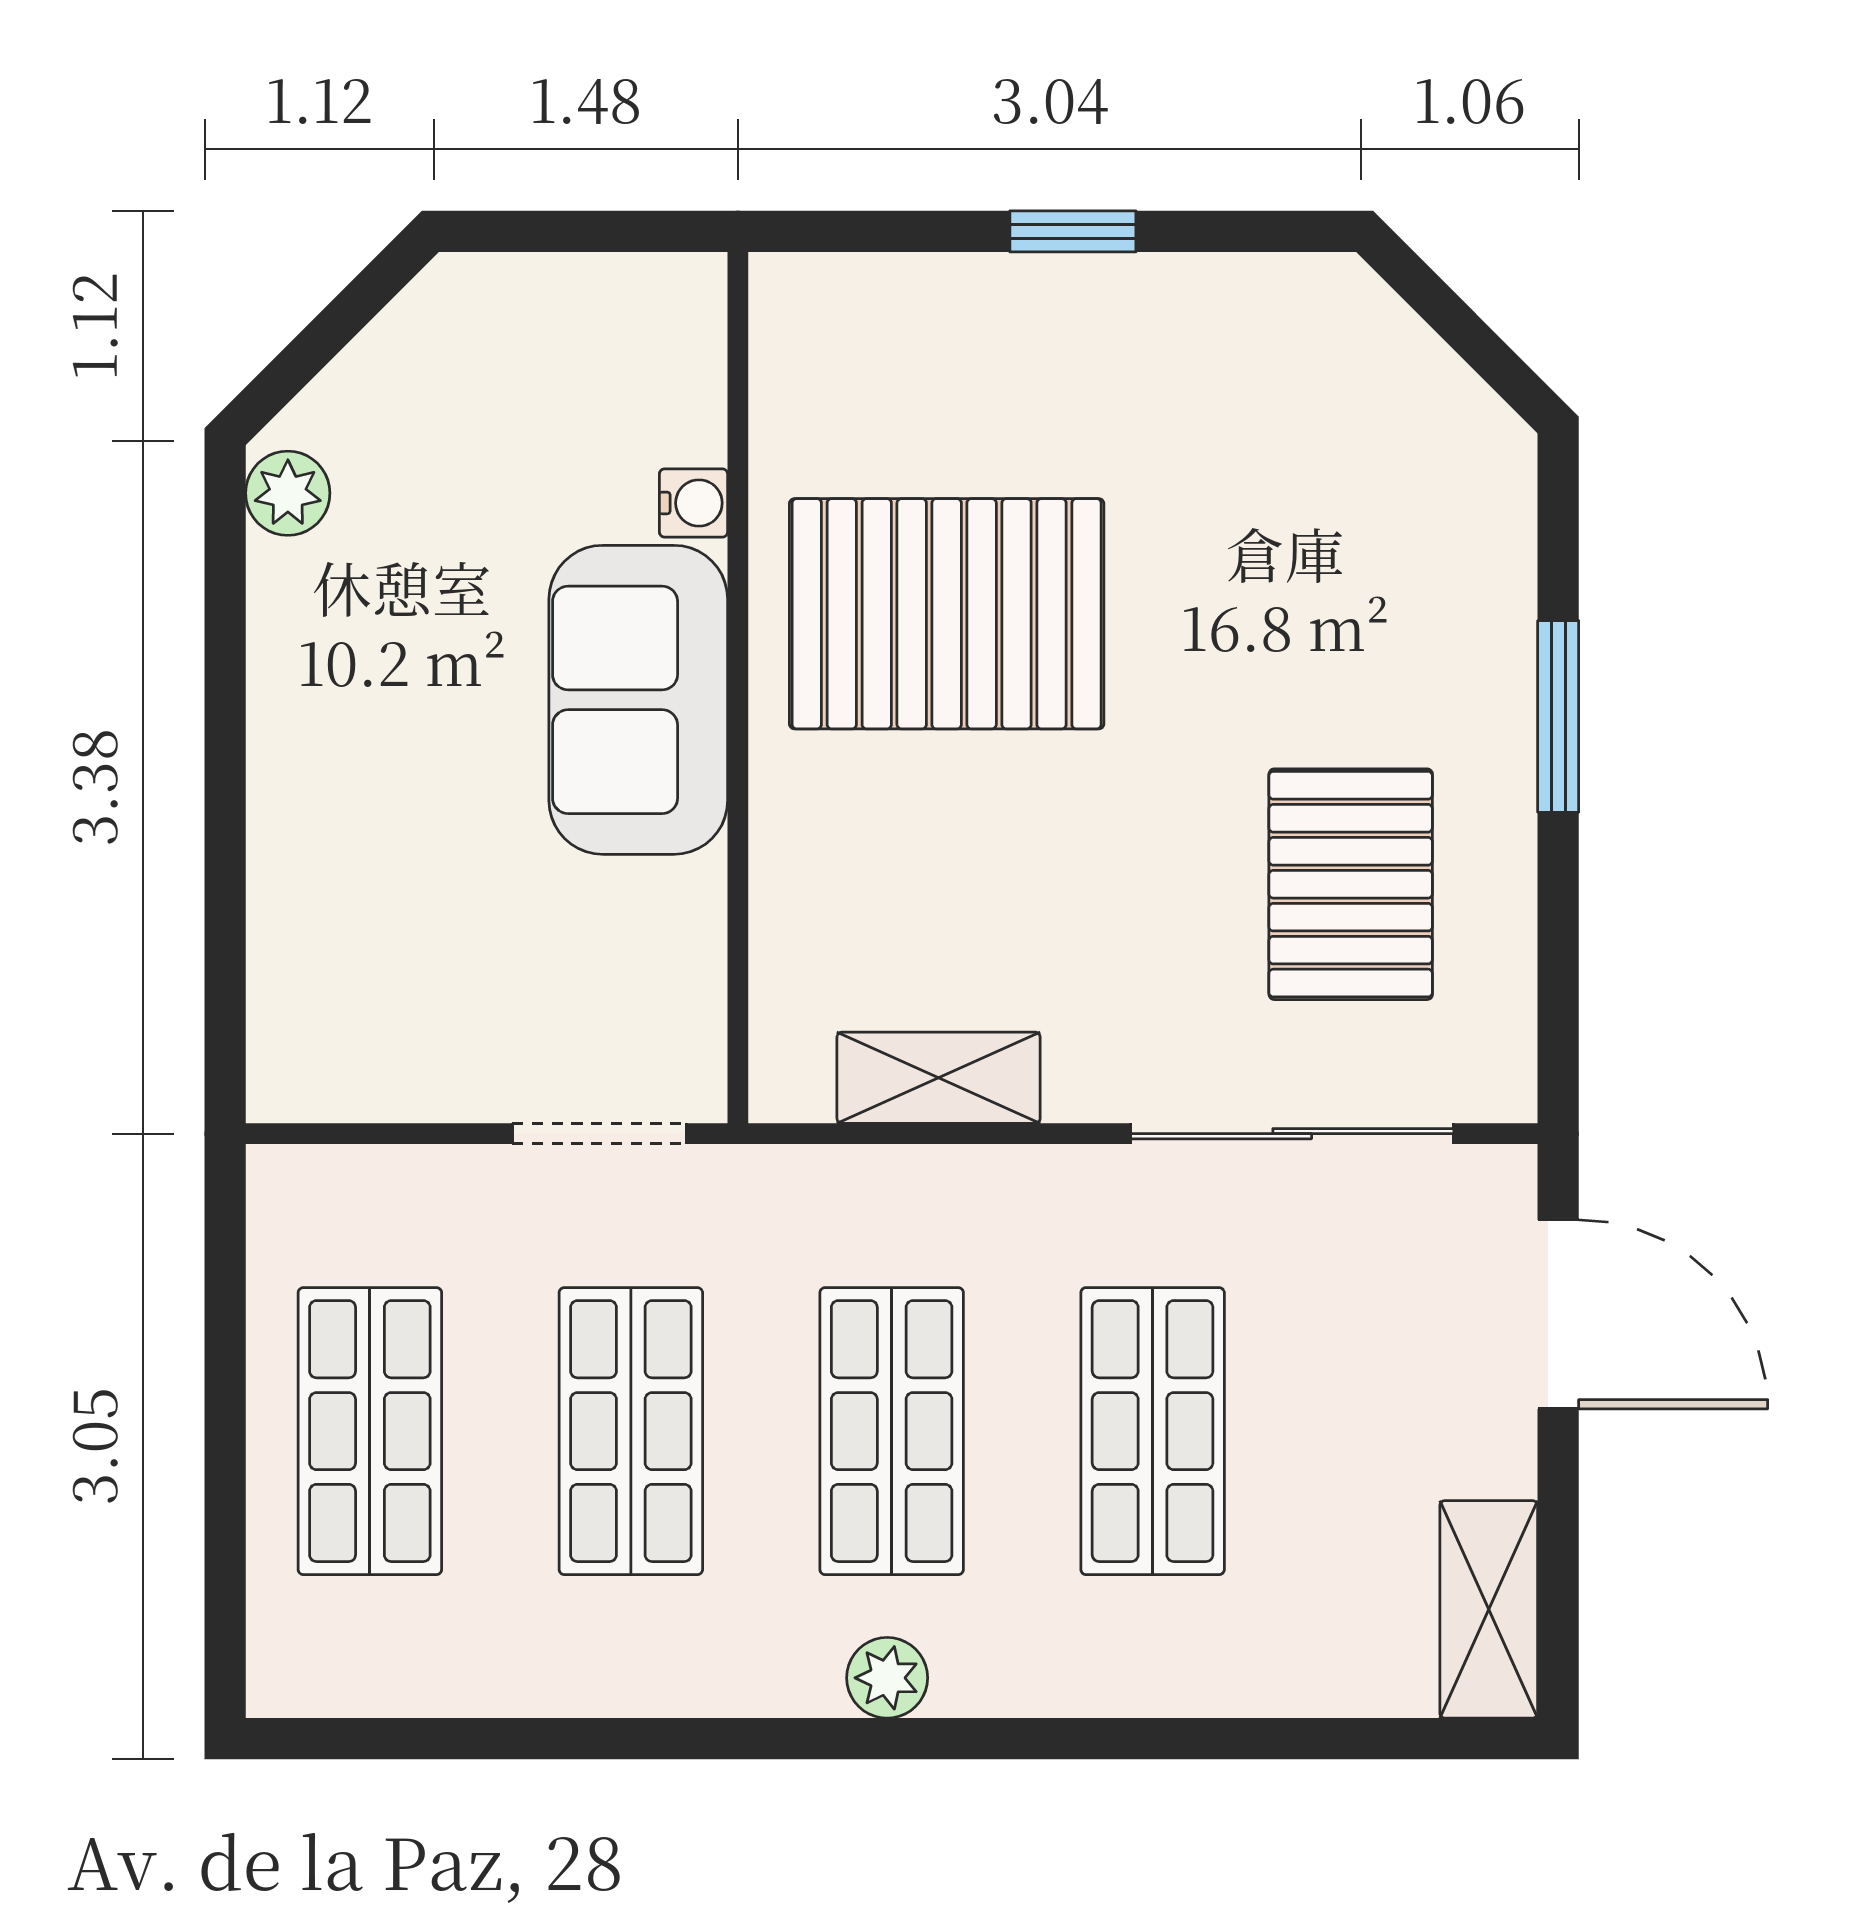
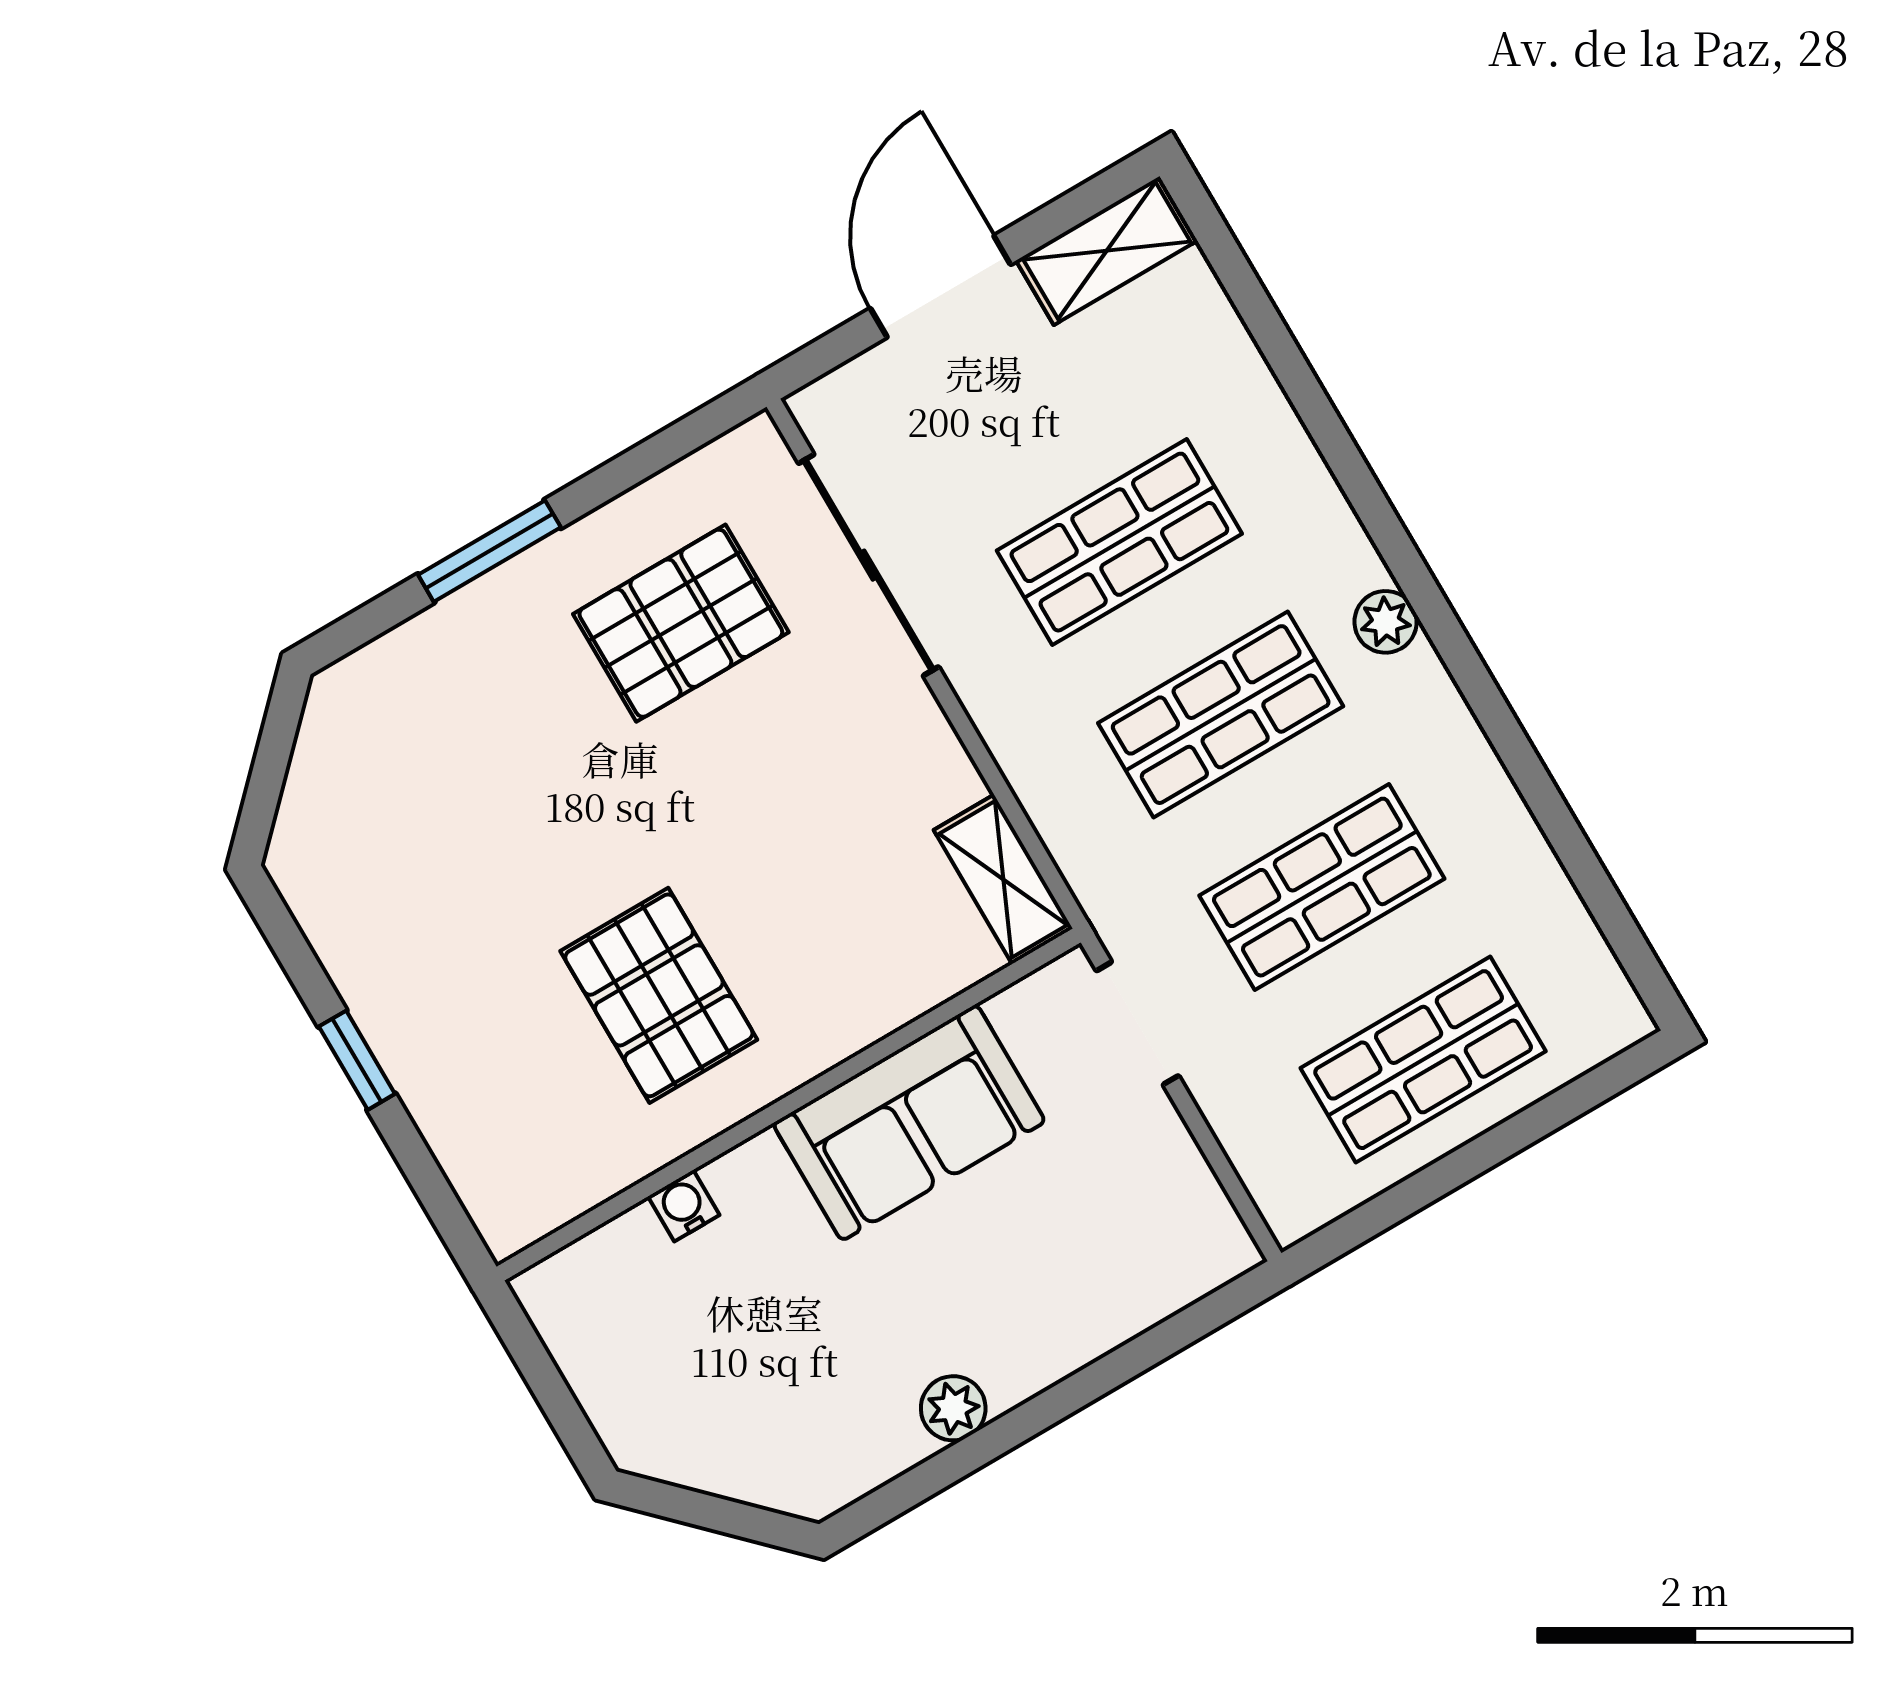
plant: (288, 493) -> (953, 1408), moved
pallet: (947, 614) -> (659, 995), width x0.73, depth x0.71
sofa: (638, 700) -> (909, 1123), moved
shelving: (939, 1078) -> (1003, 879), moved
door: (1558, 1314) -> (941, 286), moved

